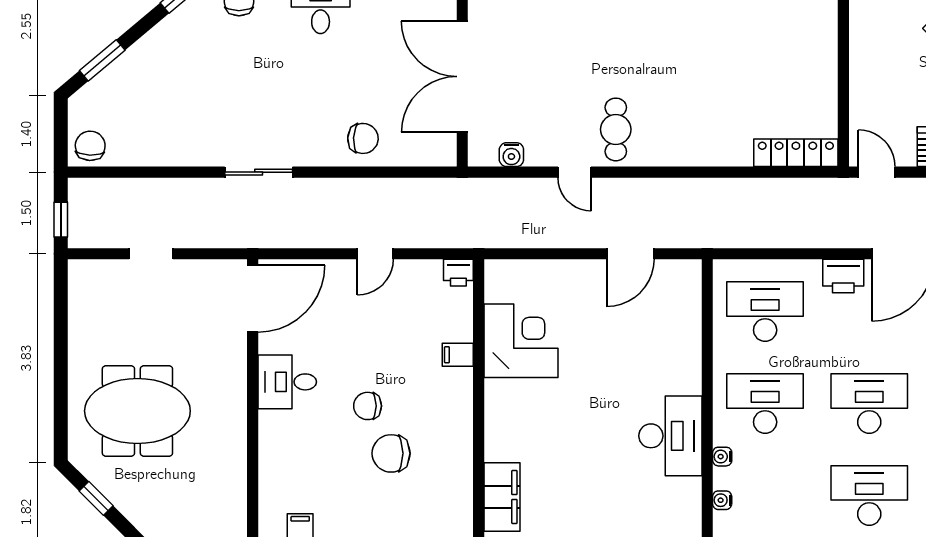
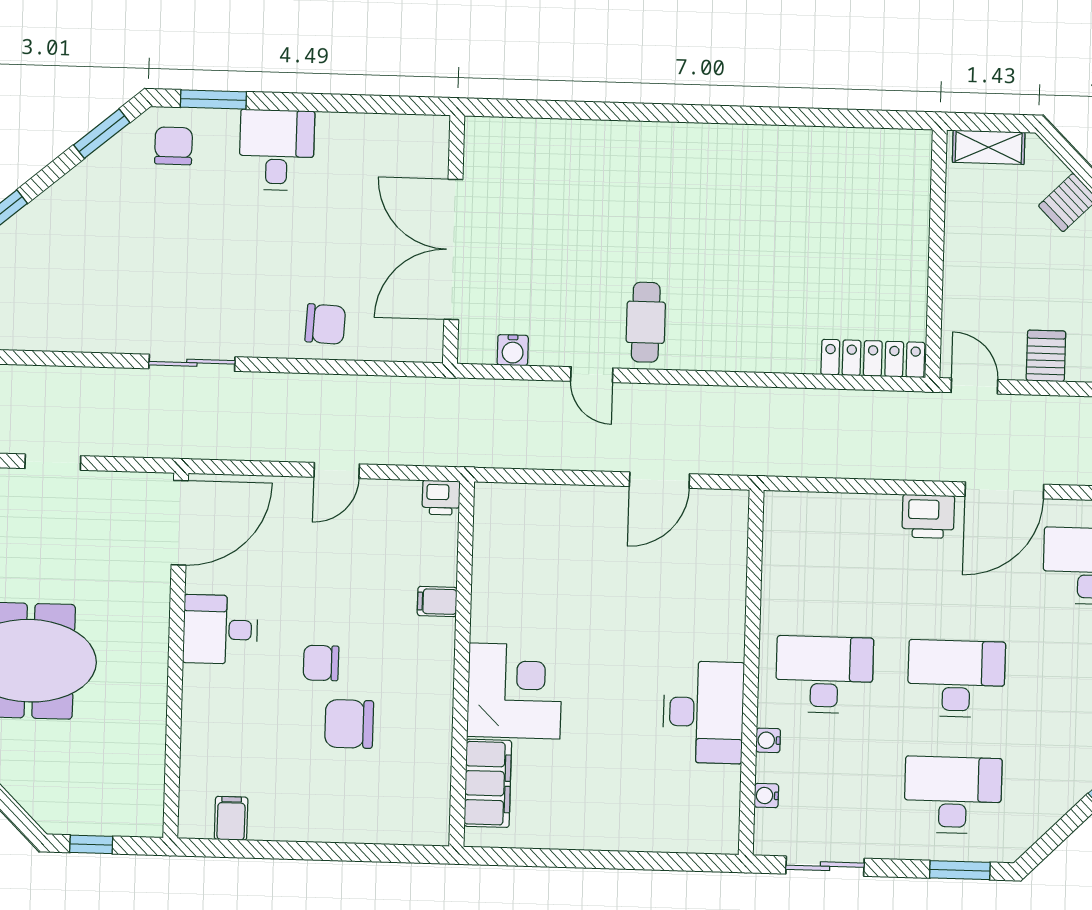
desk: (765, 311) -> (828, 558), removed
corner desk: (521, 341) -> (515, 691), moved

